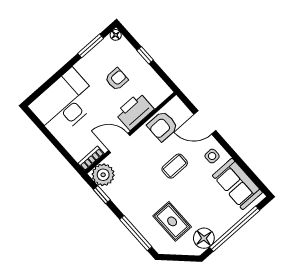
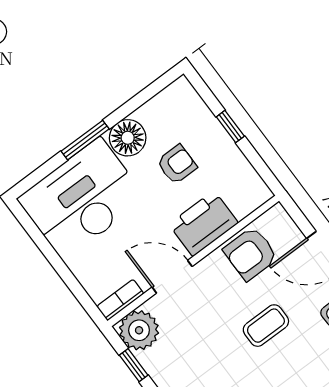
floor lamp: (116, 35) -> (128, 138), moved, width x1.89, depth x1.89
window: (91, 46) -> (85, 140), moved

